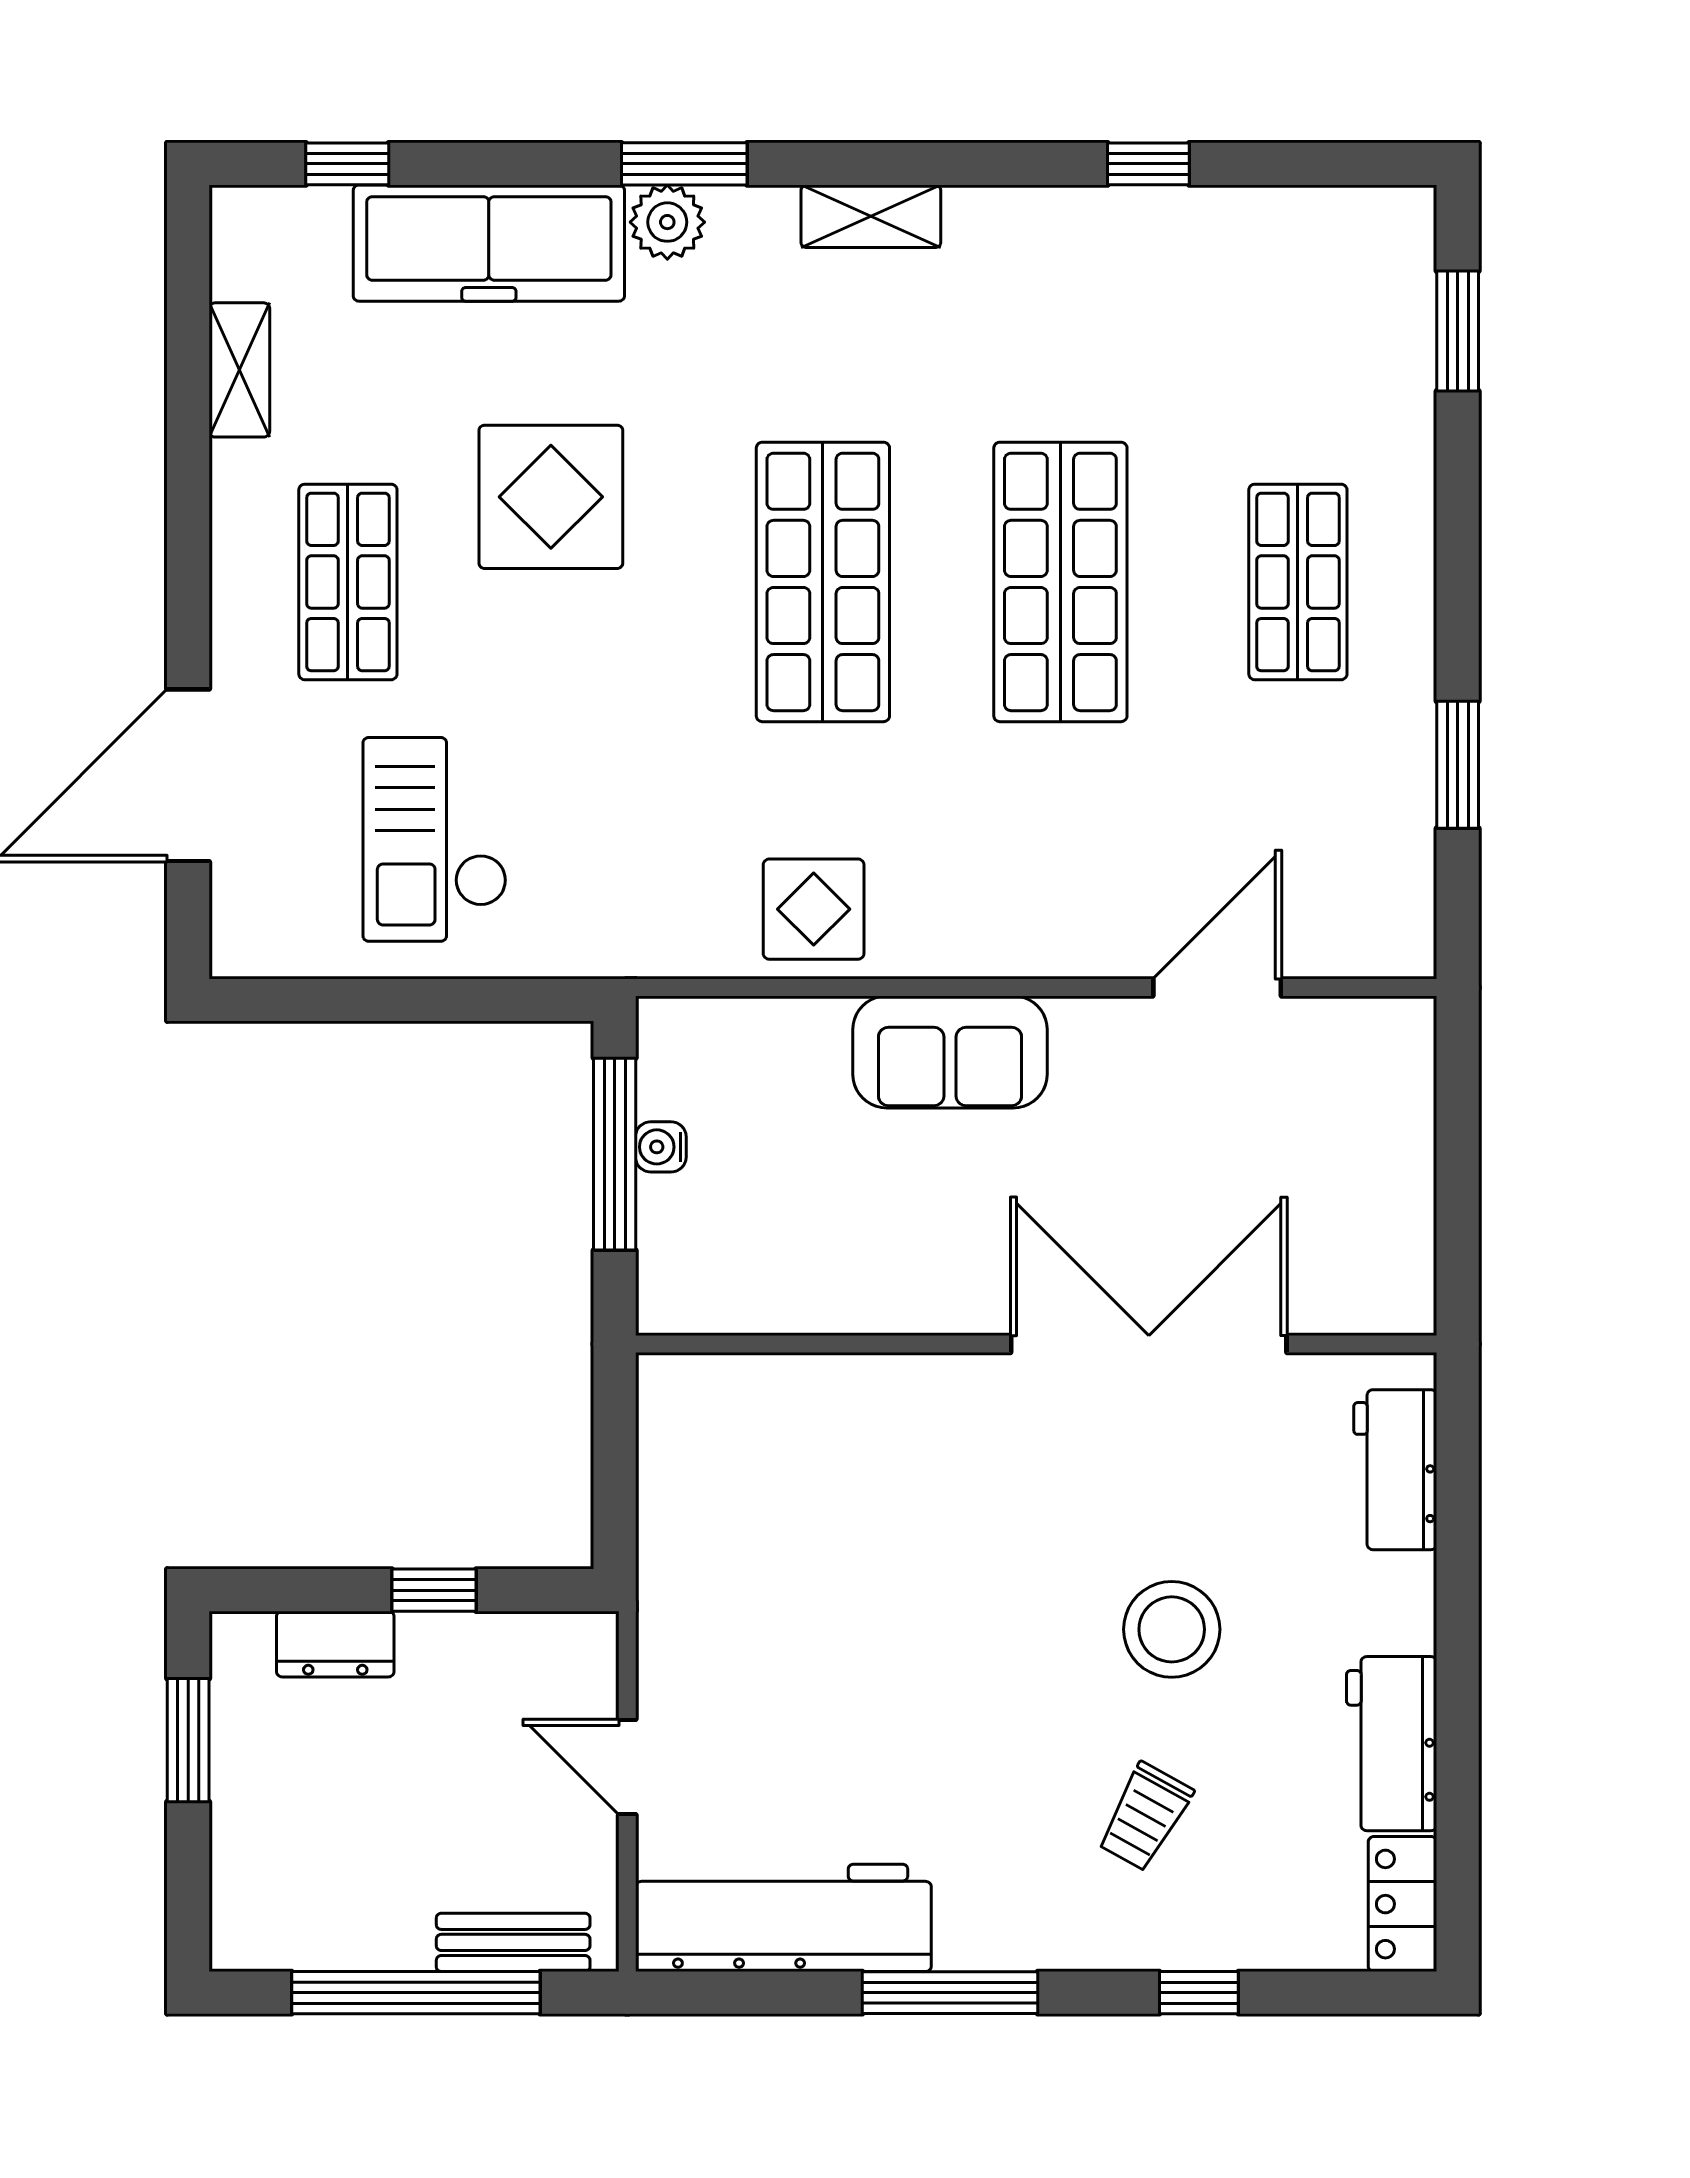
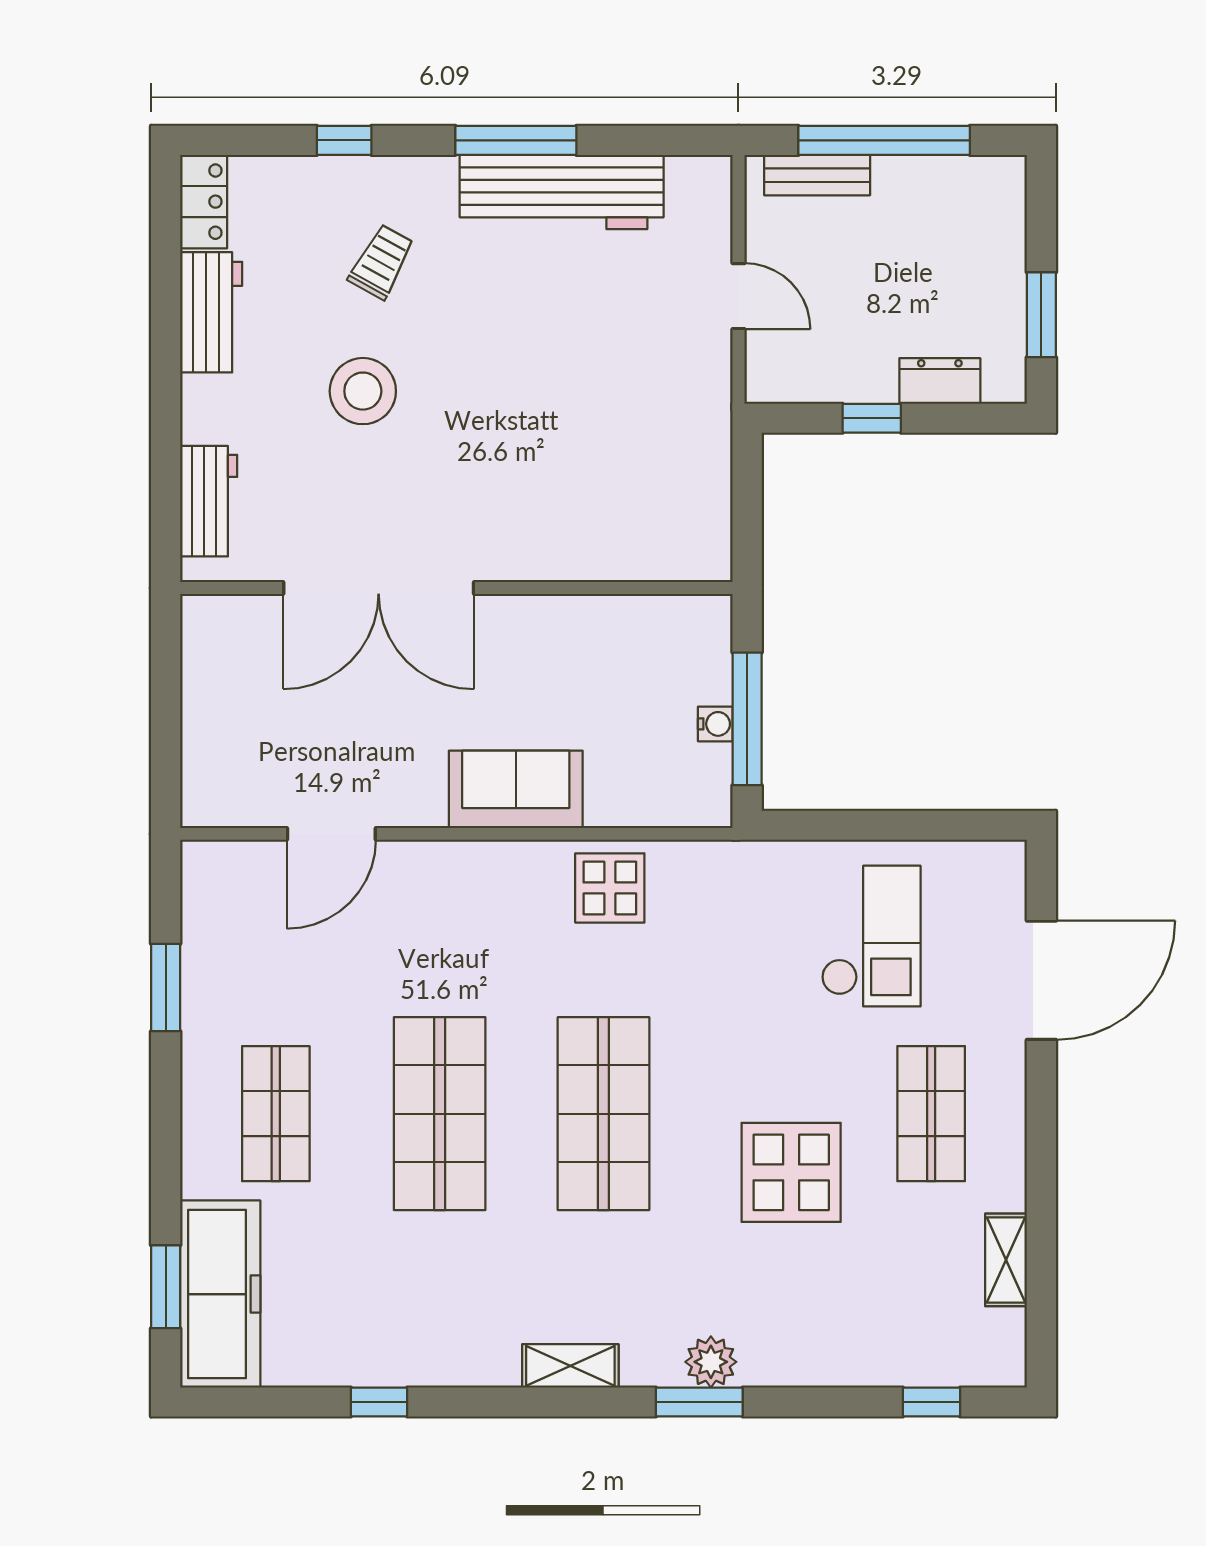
freezer: (489, 243) -> (220, 1294), moved, turned 90
workbench: (783, 1918) -> (562, 192), moved

